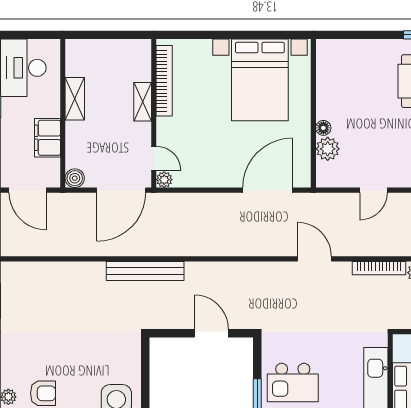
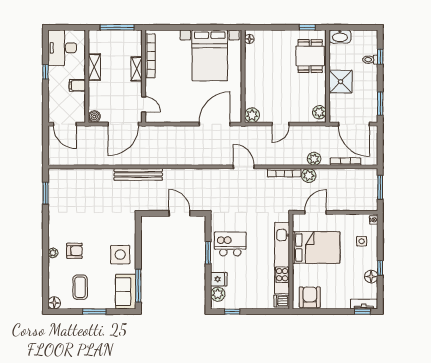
window: (111, 35) -> (117, 27), added
floor lamp: (323, 128) -> (249, 39), moved
filing cabinet: (48, 138) -> (77, 85), width x0.50
plant: (328, 149) -> (252, 115), moved
plant: (164, 180) -> (150, 118), removed
kitchen island: (293, 383) -> (230, 244), turned 180

